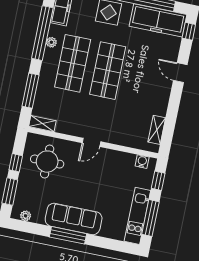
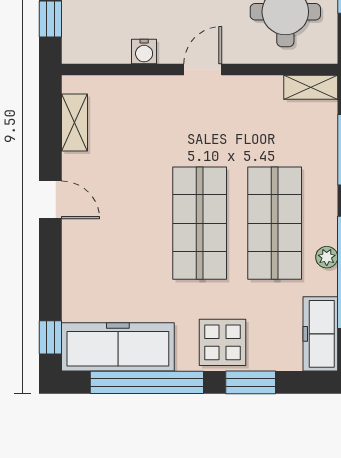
door: (180, 73) -> (50, 200), moved
water cooler: (142, 162) -> (144, 52), moved

